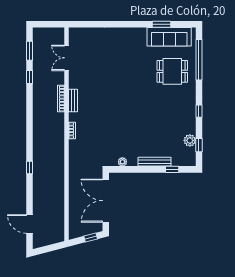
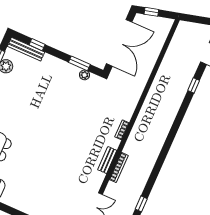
bench: (154, 162) -> (26, 49), moved
window: (29, 168) -> (194, 85), moved
window: (131, 169) -> (79, 63), added

